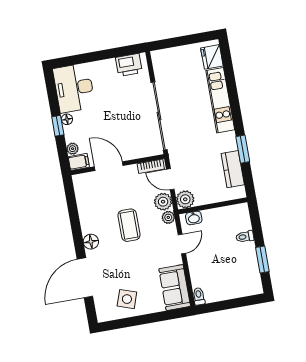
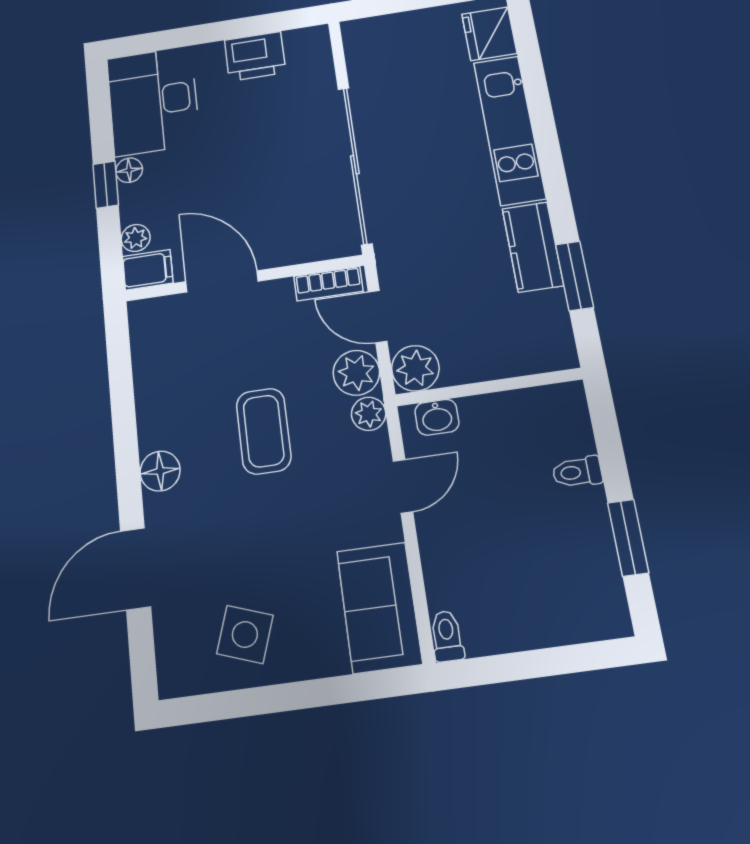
printer: (129, 65) -> (255, 56), moved
window: (243, 149) -> (574, 276), moved
kitchen counter: (233, 169) -> (533, 247), moved
door: (85, 278) -> (135, 569), width x0.73

